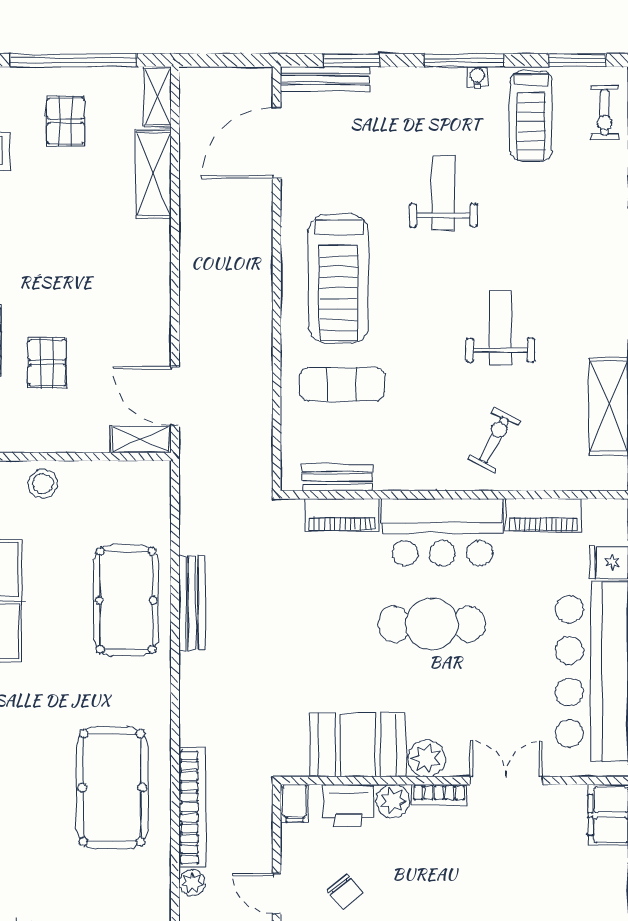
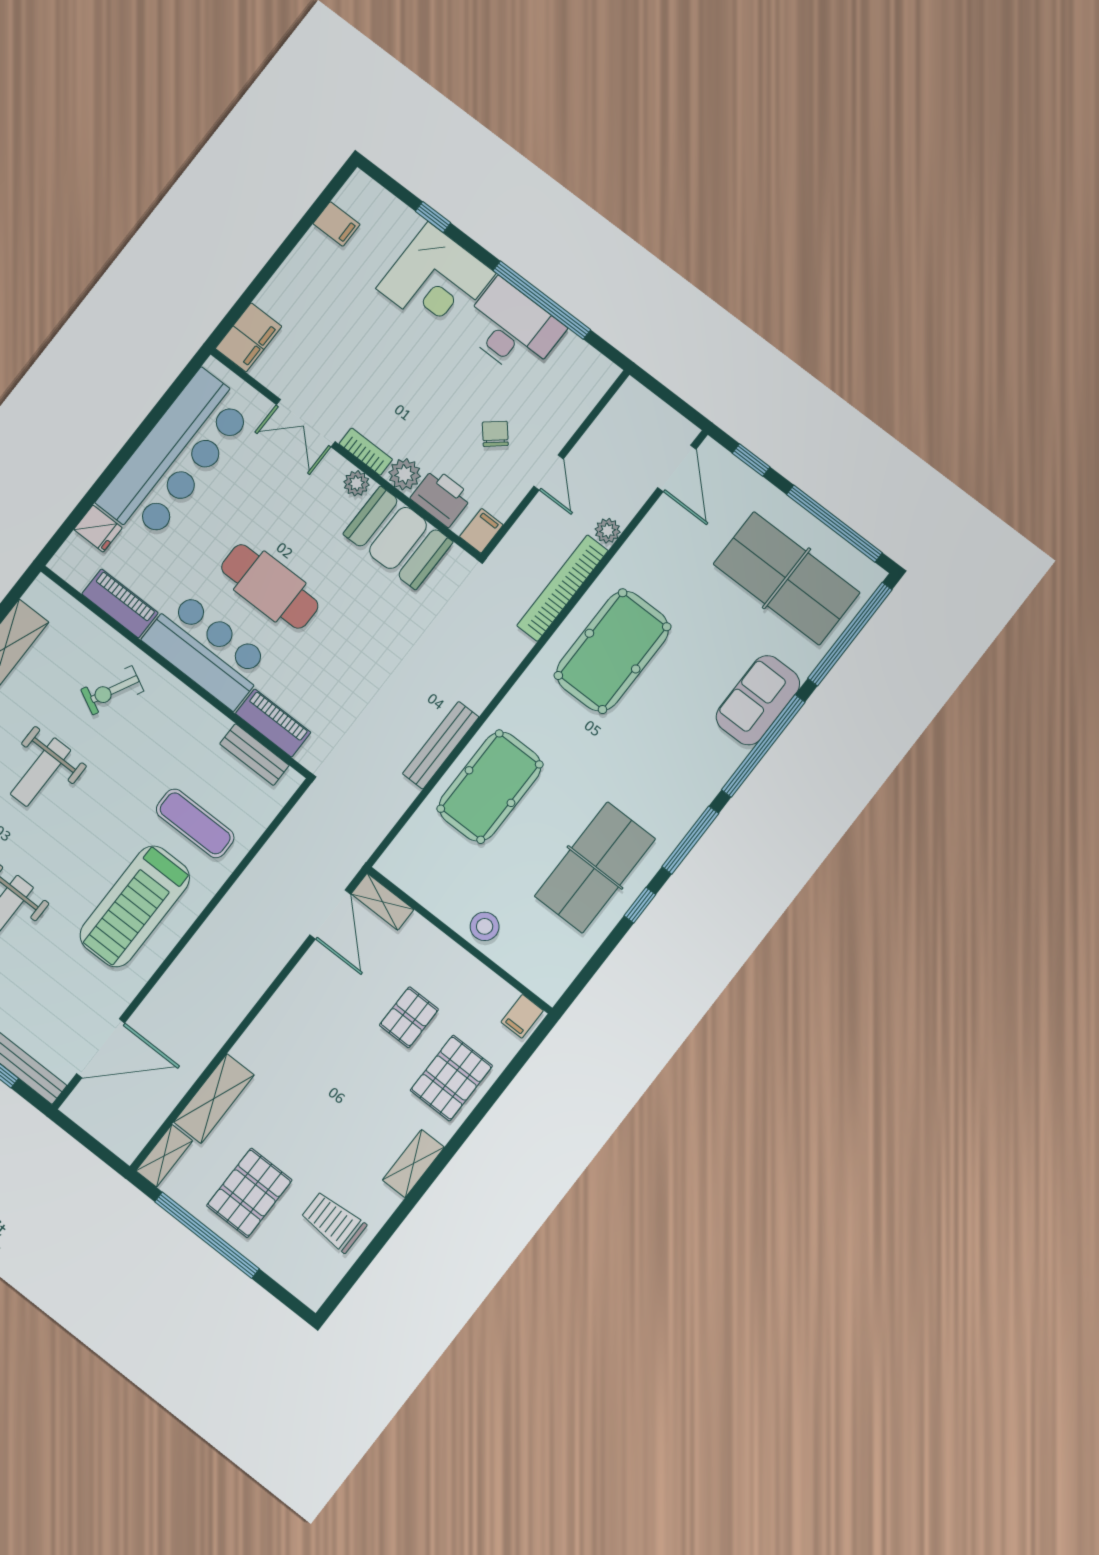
pallet: (66, 121) -> (249, 1193), width x1.50, depth x1.42
treadmill: (338, 279) -> (135, 906), turned 180
plant: (427, 758) -> (356, 483), width x0.73, depth x0.73

